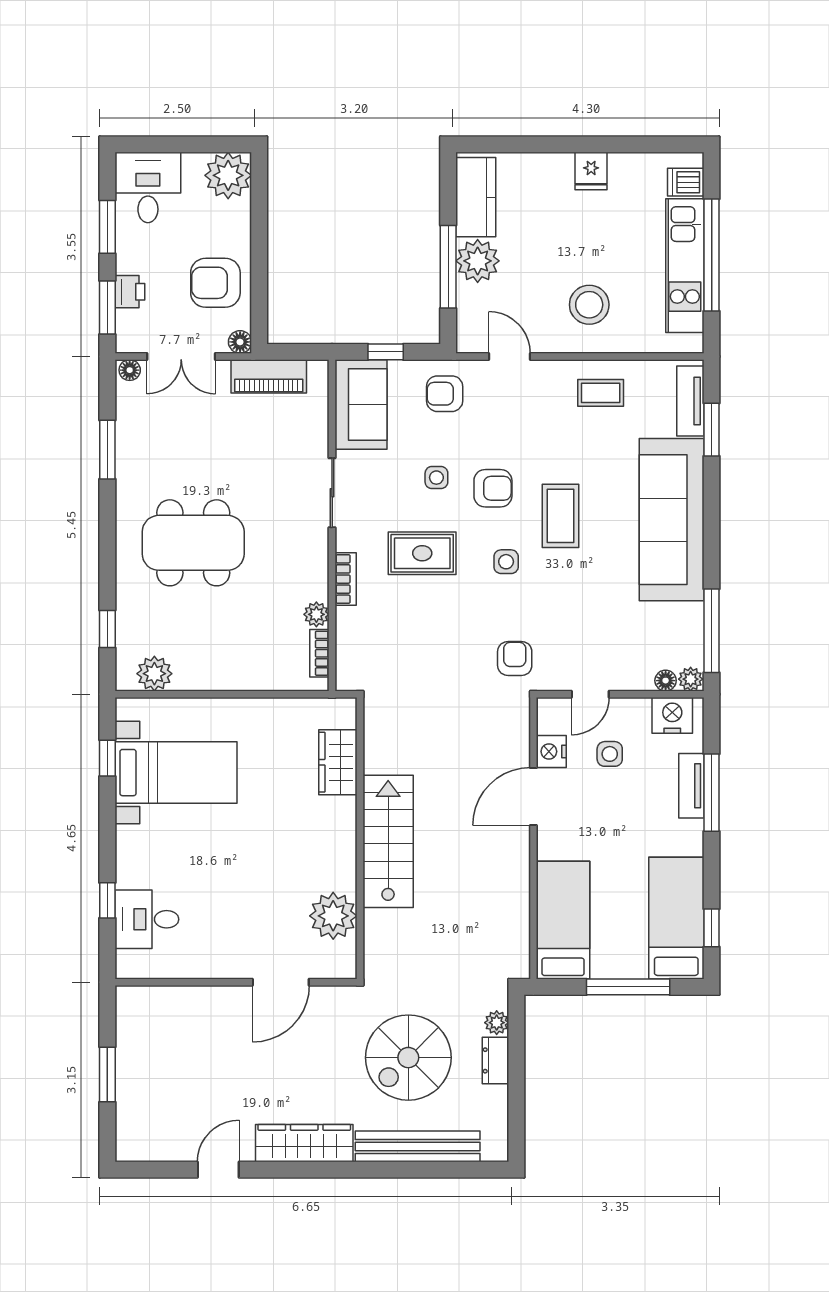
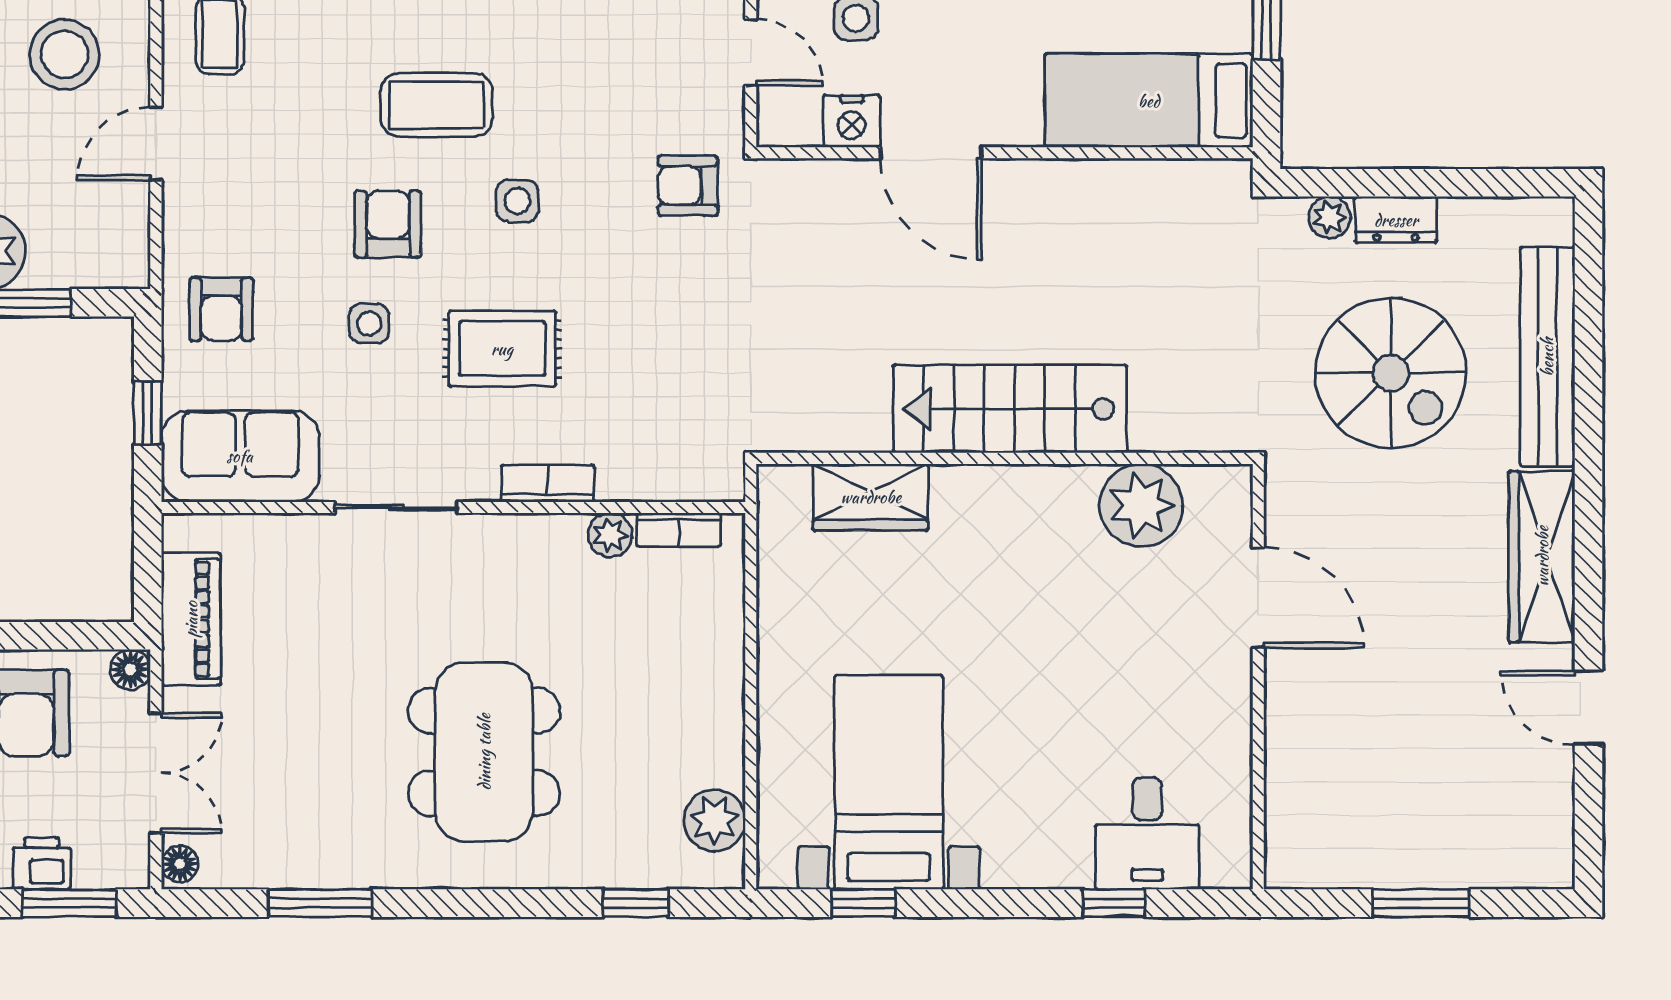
door: (509, 357) -> (156, 144), moved
rug: (422, 553) -> (502, 349), turned 90

